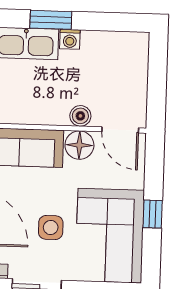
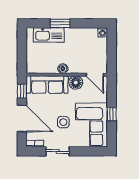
washing machine: (70, 39) -> (103, 32), moved
boiler: (80, 116) -> (63, 69), moved

